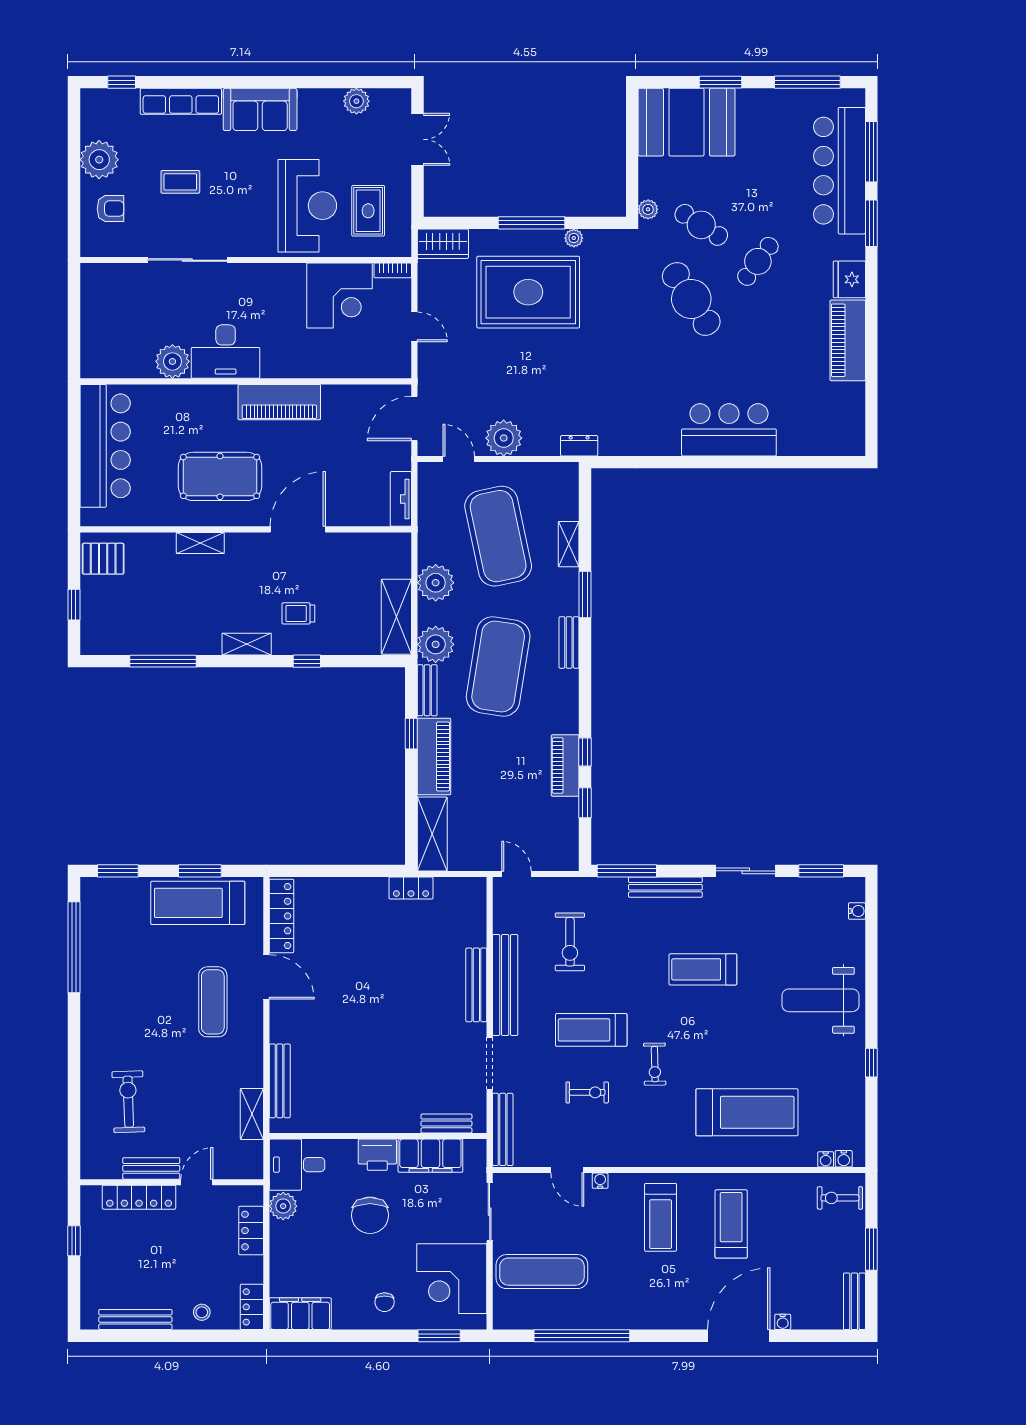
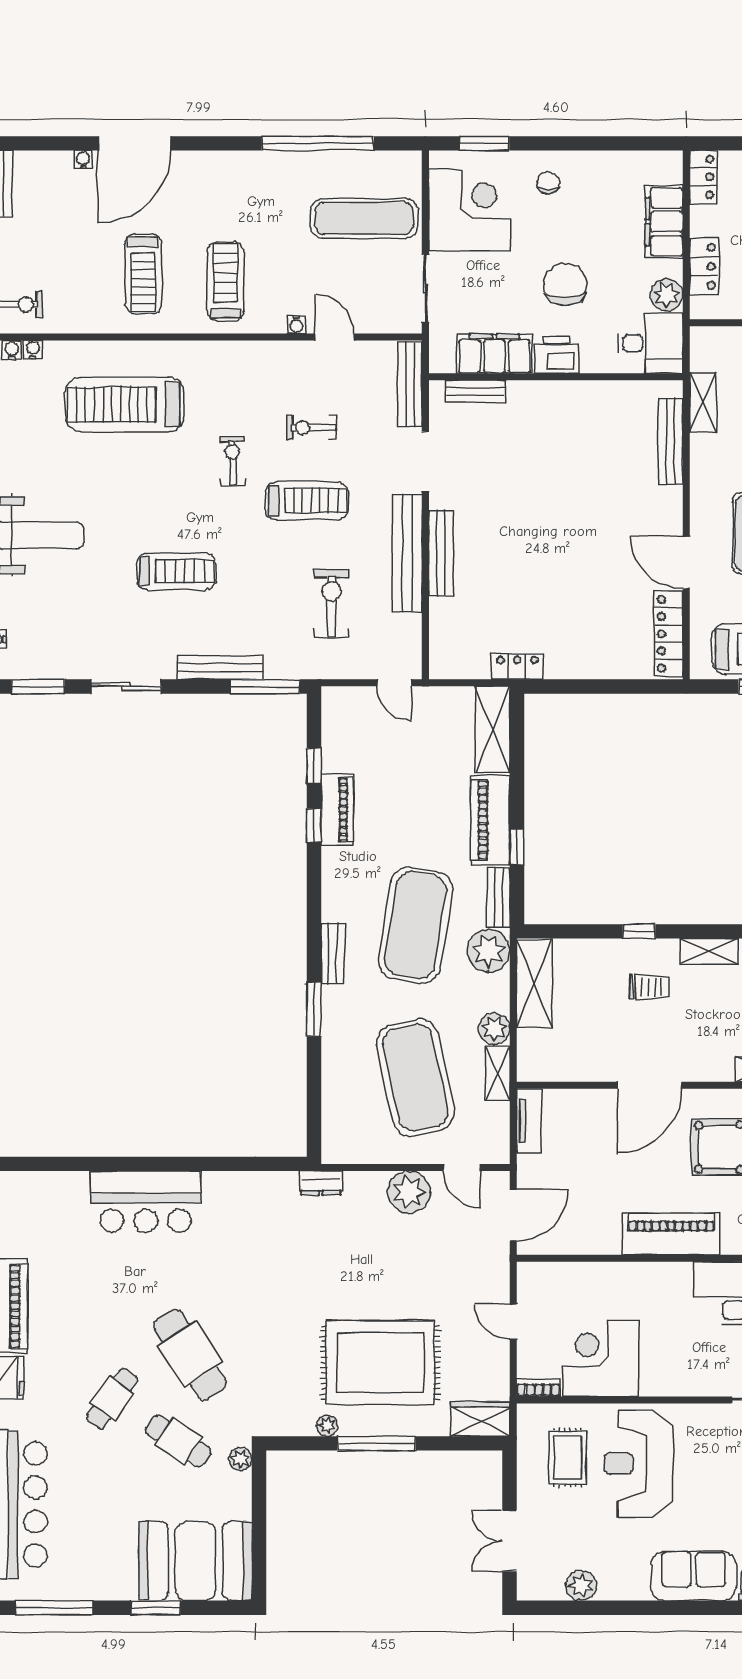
shelving: (569, 544) -> (498, 1073), moved
plant: (436, 583) -> (494, 1029), width x0.73, depth x0.73
filing cabinet: (300, 1314) -> (664, 222), moved, turned 90

